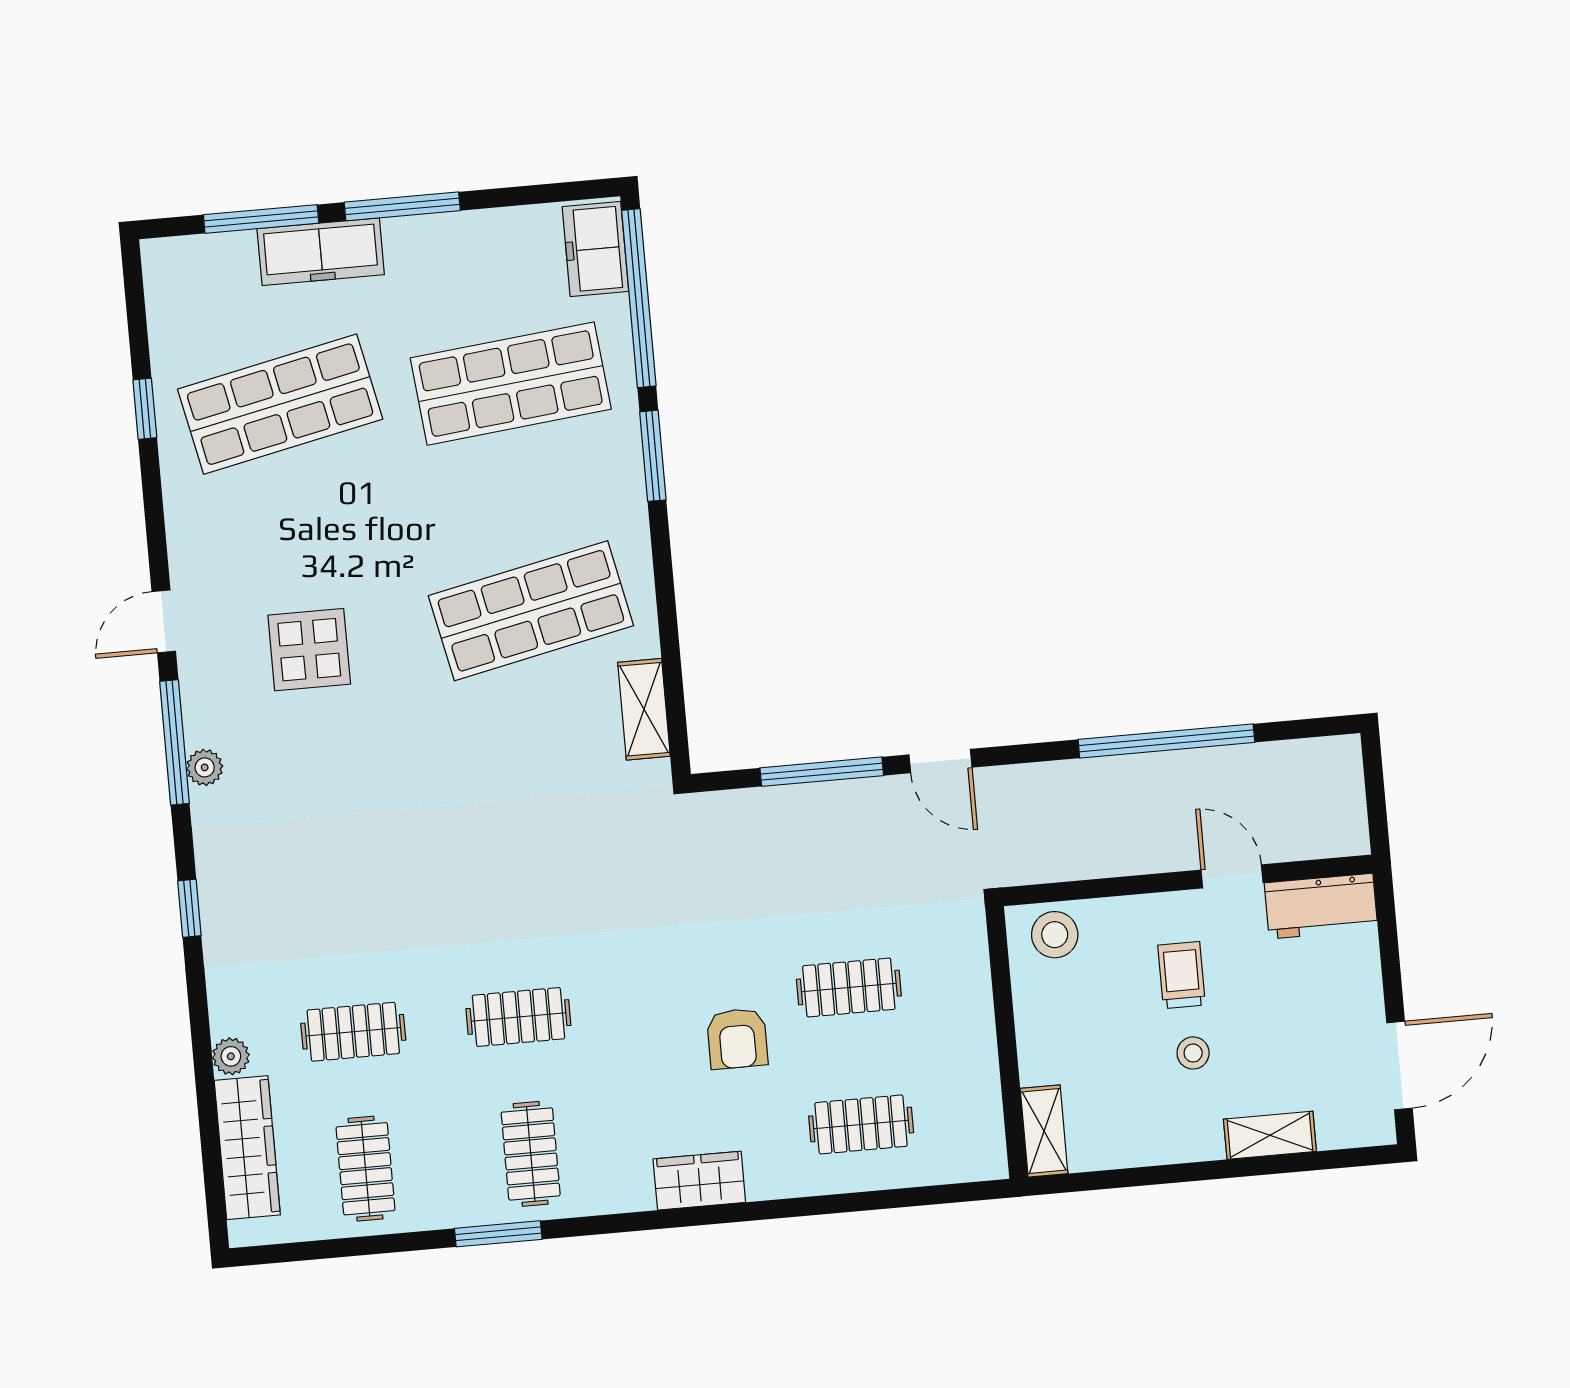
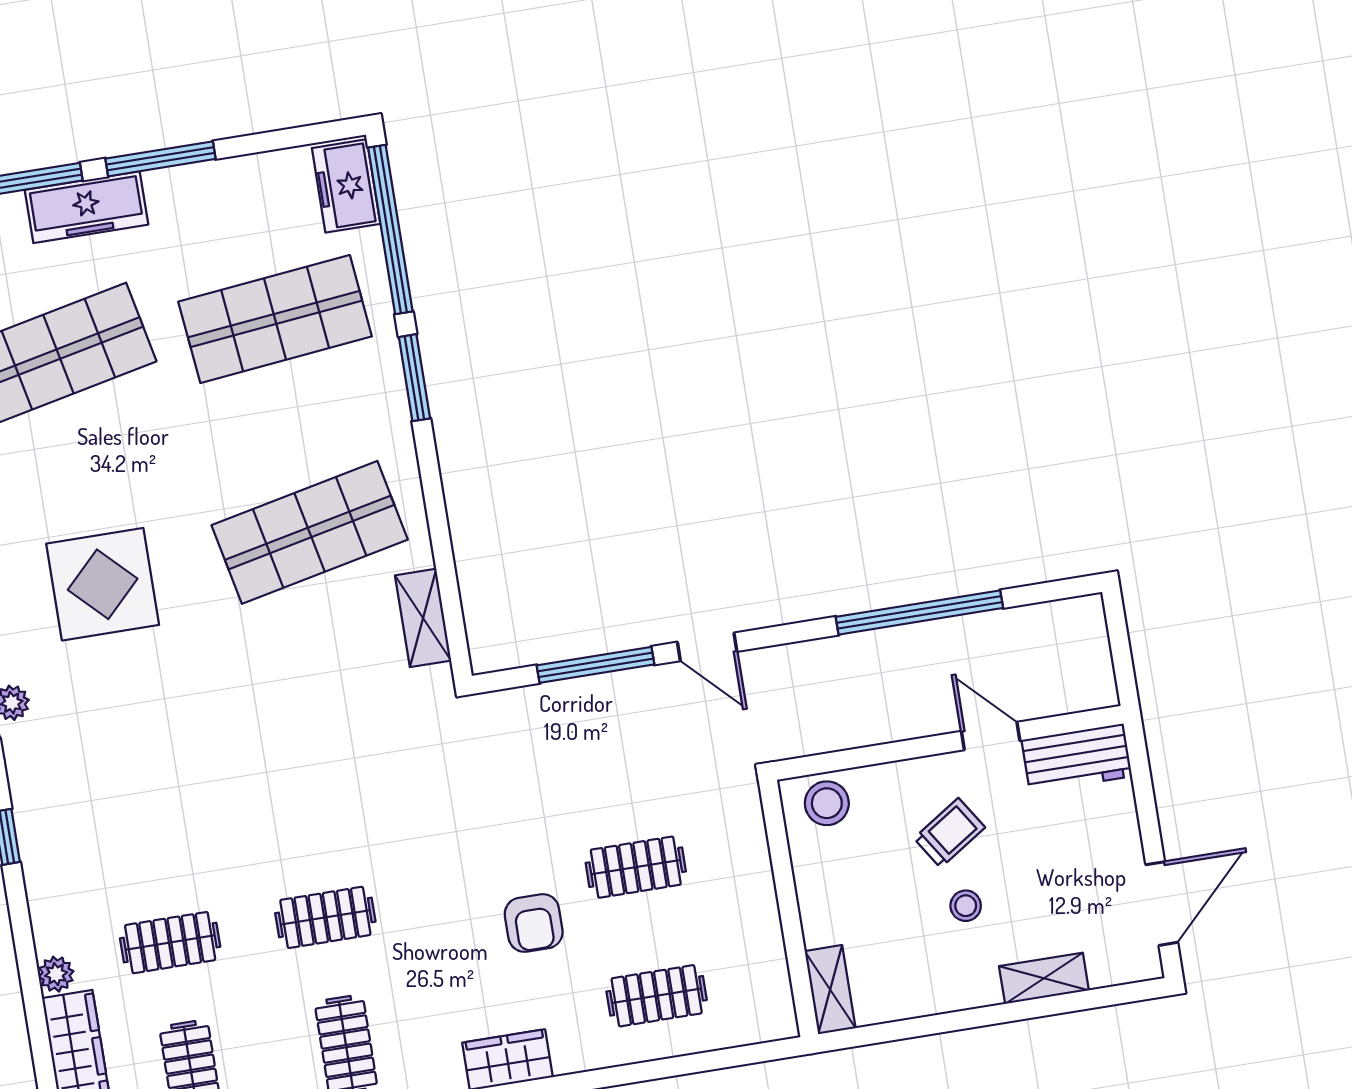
display table: (309, 650) -> (103, 584), width x1.36, depth x1.36
trolley: (1182, 975) -> (949, 833), turned 57

